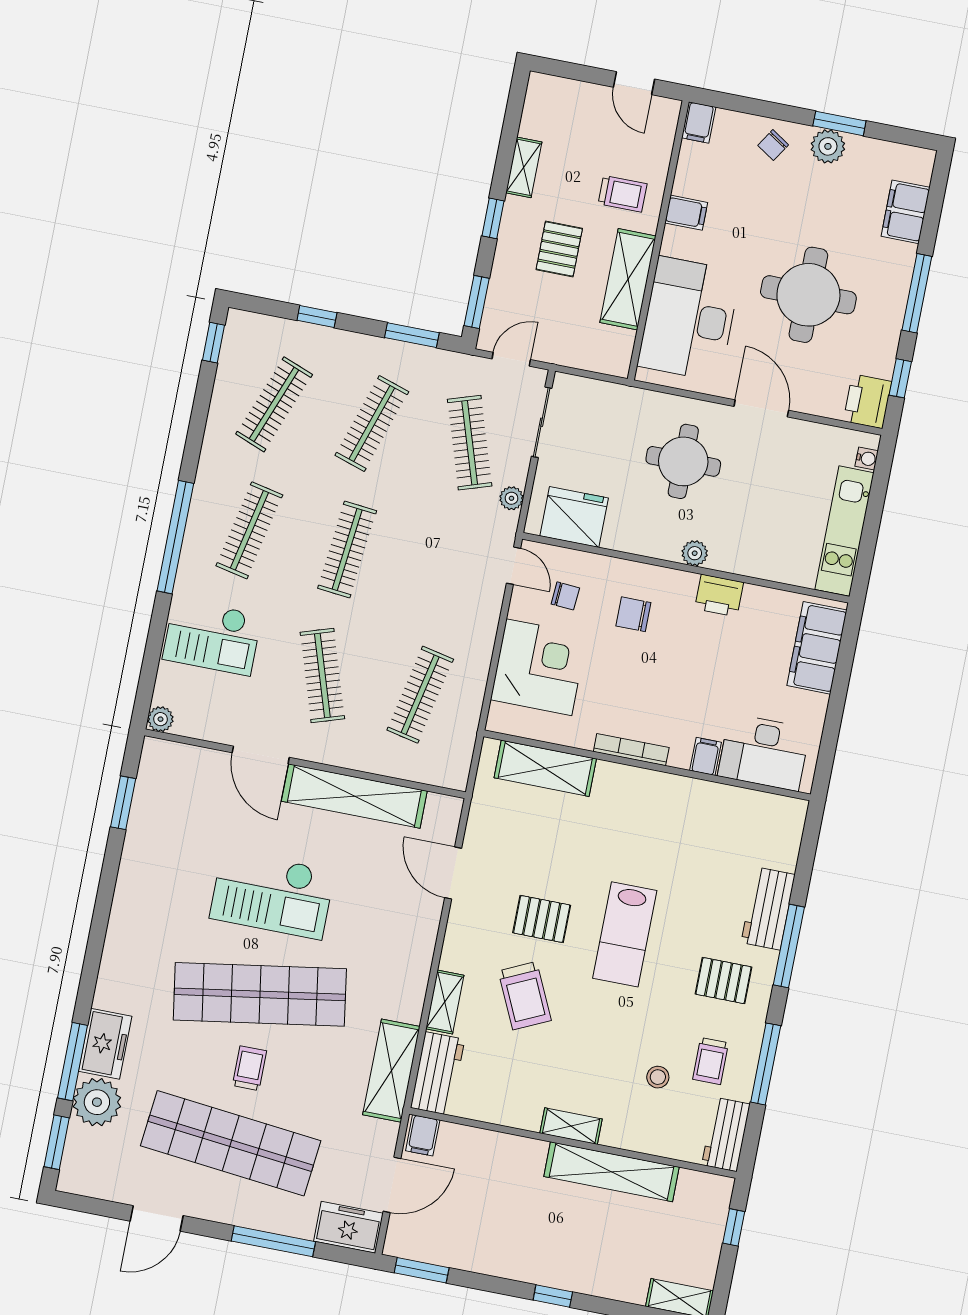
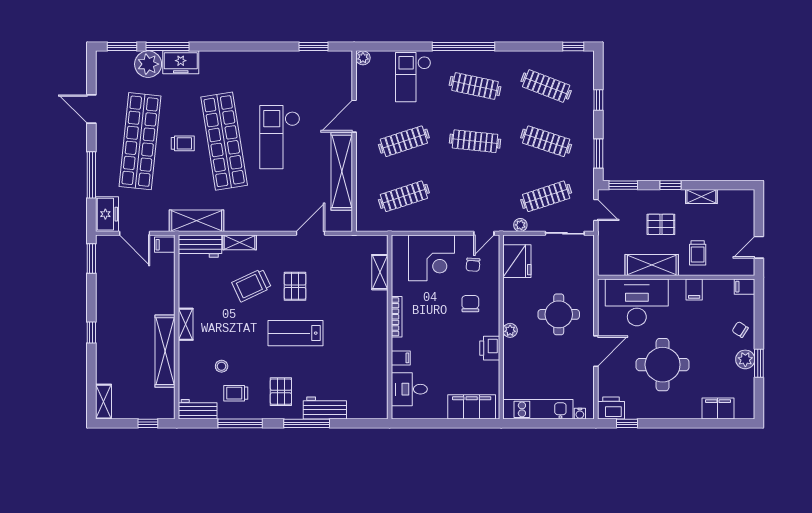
window: (917, 293) -> (675, 423), removed
clothes rail: (420, 695) -> (404, 196), turned -30
desk: (764, 752) -> (409, 389), width x0.73
shelving: (545, 768) -> (380, 272), width x0.67, depth x0.75

